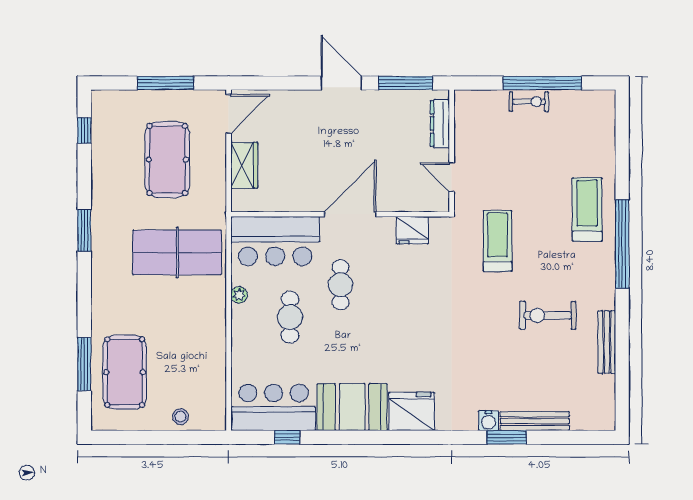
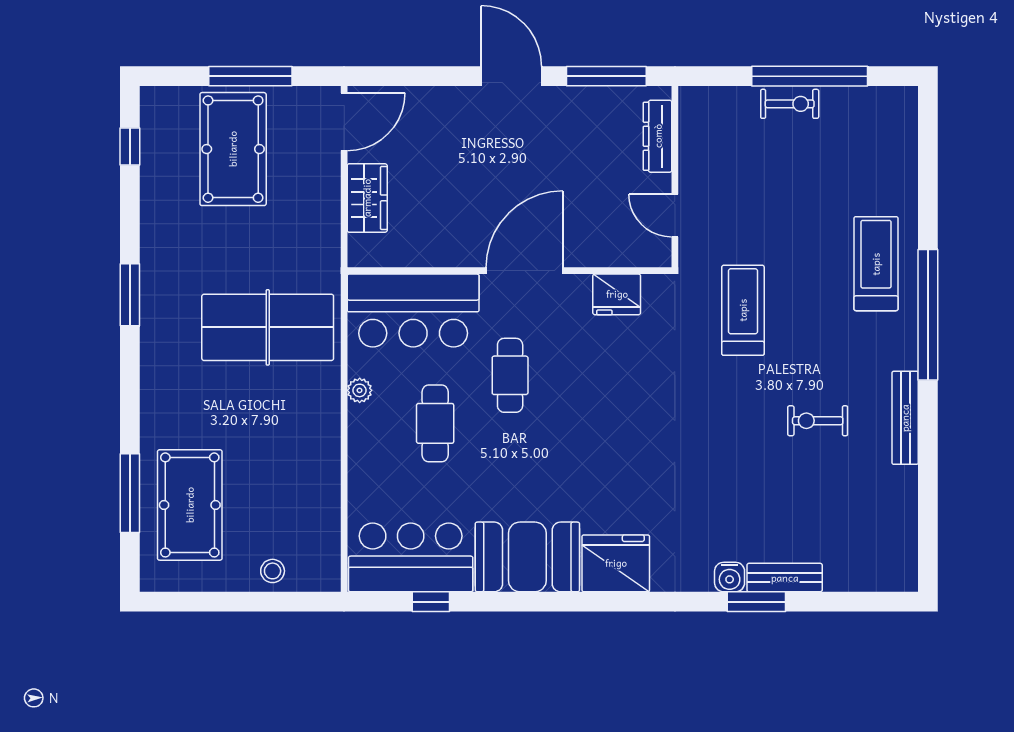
pool table: (167, 160) -> (233, 149), moved
exercise bike: (548, 315) -> (818, 421), width x0.73, depth x0.72
bench: (607, 342) -> (905, 418), moved
bench: (535, 421) -> (785, 578), width x0.73

